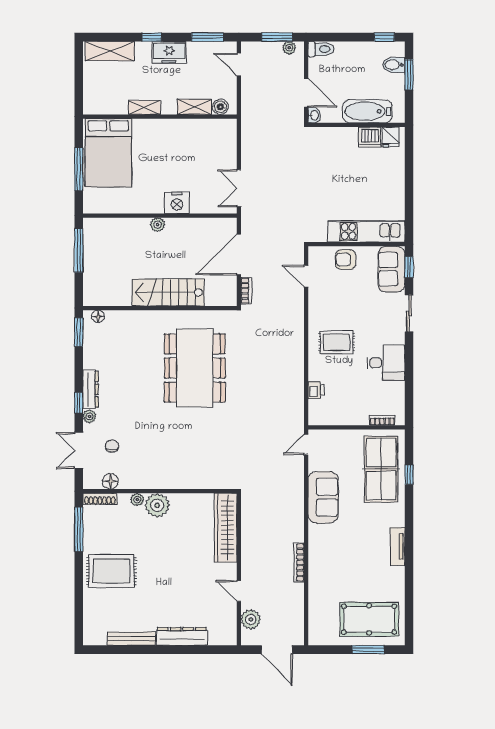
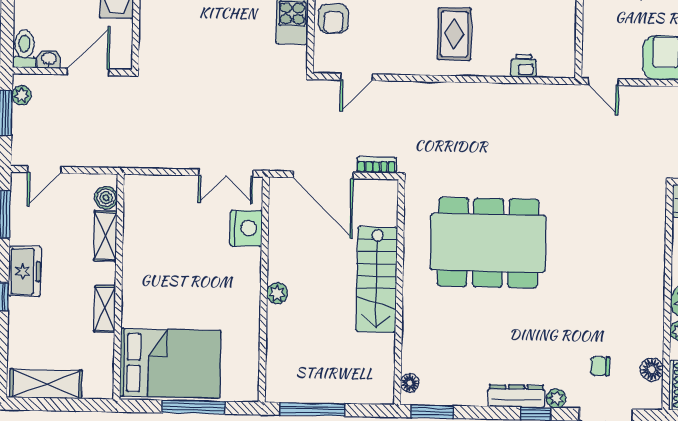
shelving: (110, 51) -> (46, 384), moved, turned 90
washbasin: (314, 115) -> (49, 59), moved
nightstand: (177, 203) -> (246, 228), moved

